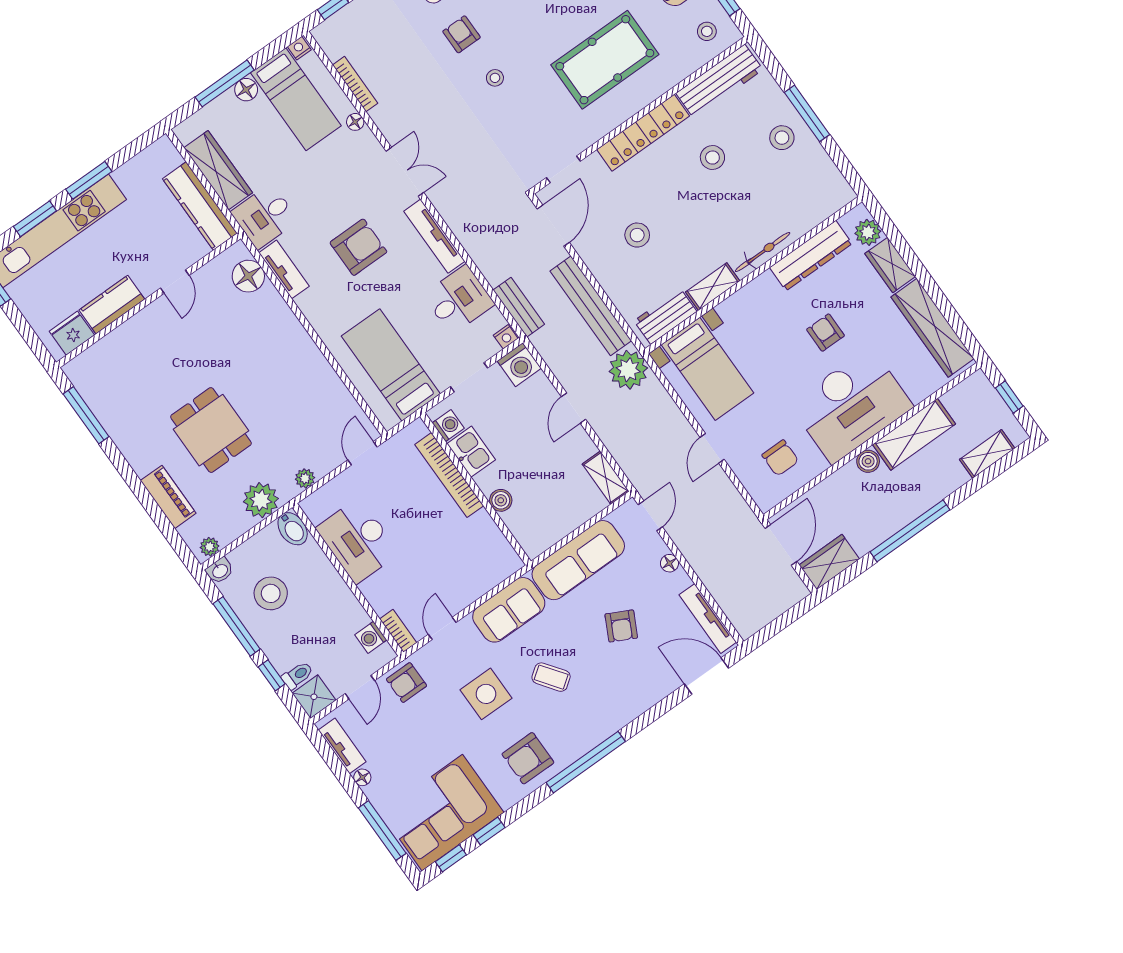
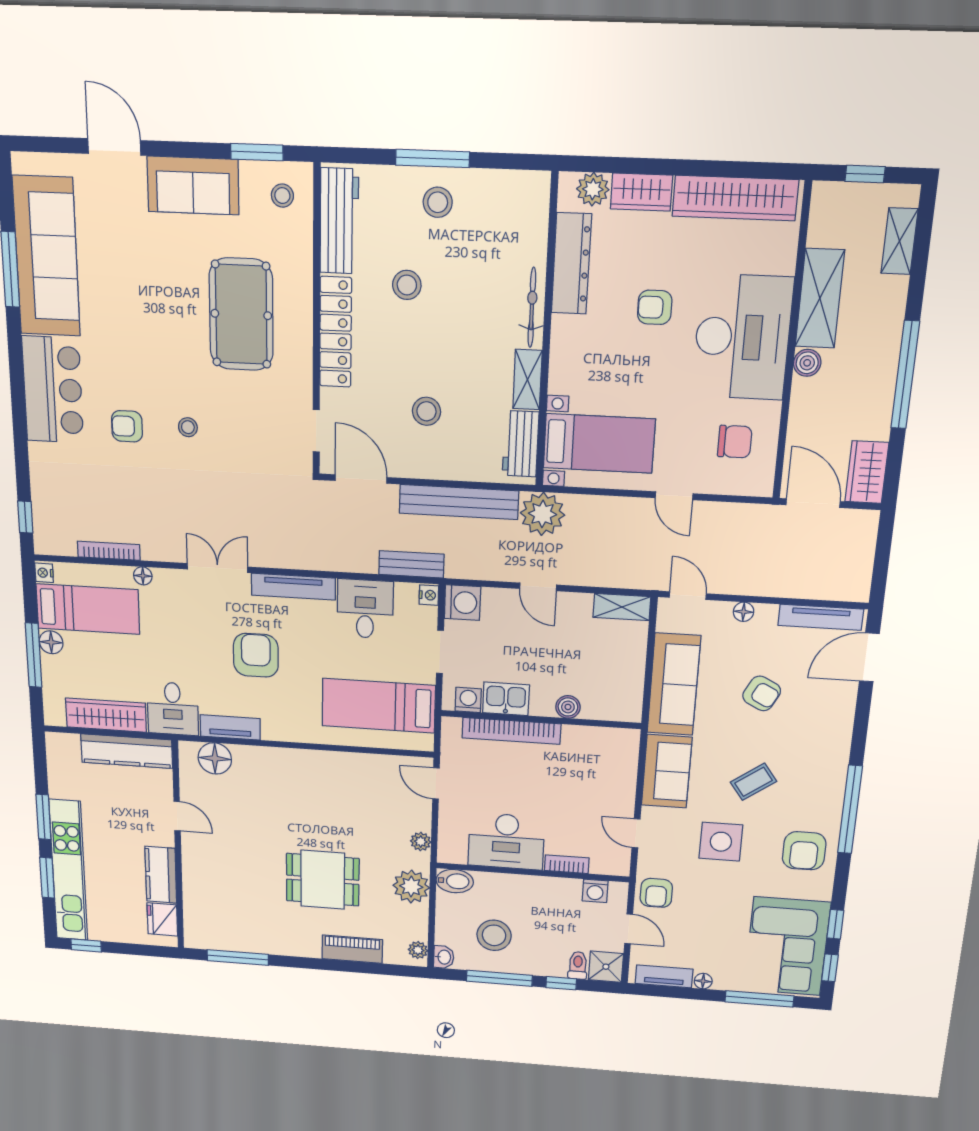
bookcase: (398, 631) -> (567, 864), moved

